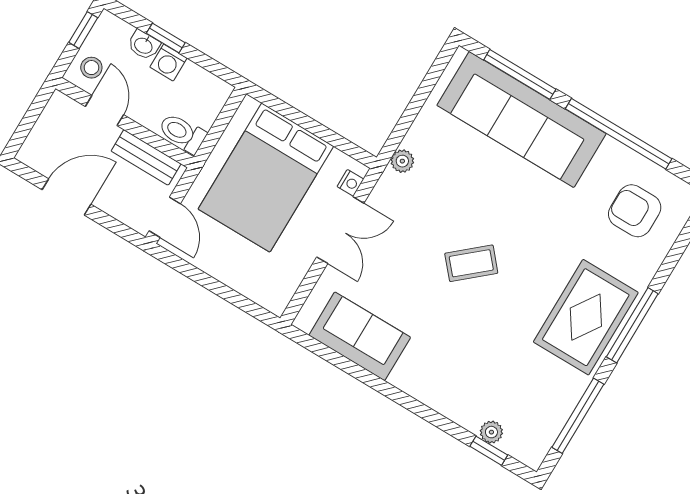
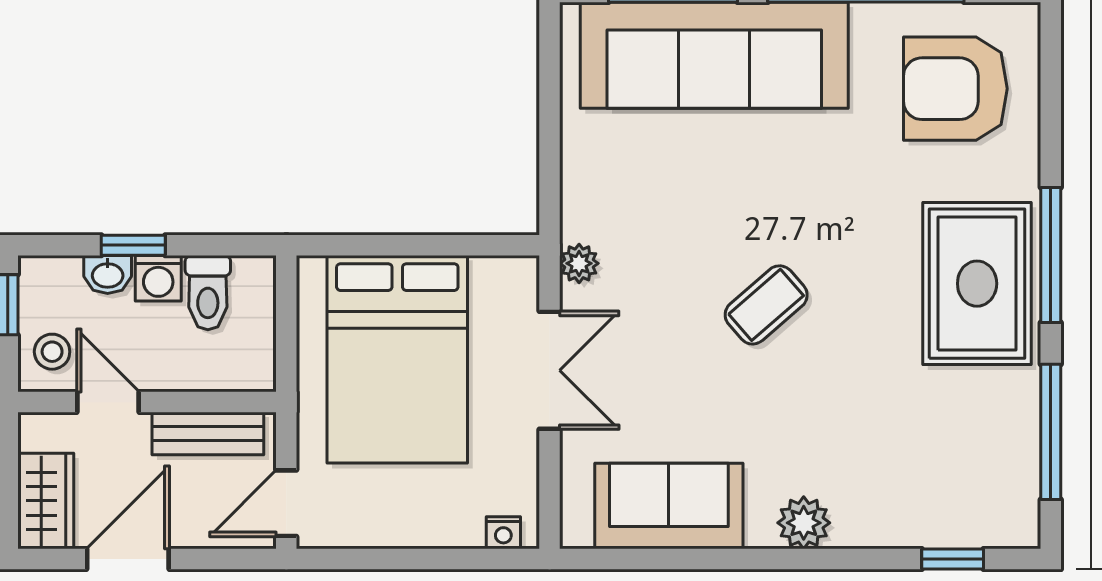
toilet: (182, 133) -> (208, 293), moved, turned -90
wardrobe: (42, 142) -> (46, 501), added
plant: (402, 161) -> (579, 263), moved
nightstand: (350, 183) -> (503, 533), moved, turned 90
armchair: (635, 211) -> (955, 89), width x1.36, depth x1.36
door: (165, 217) -> (286, 503), swing flipped
plant: (491, 432) -> (804, 523), moved, width x1.38, depth x1.38

